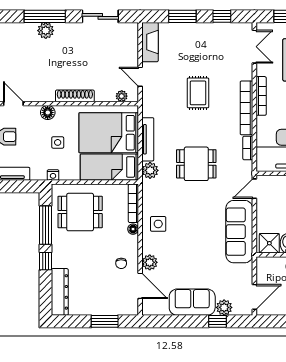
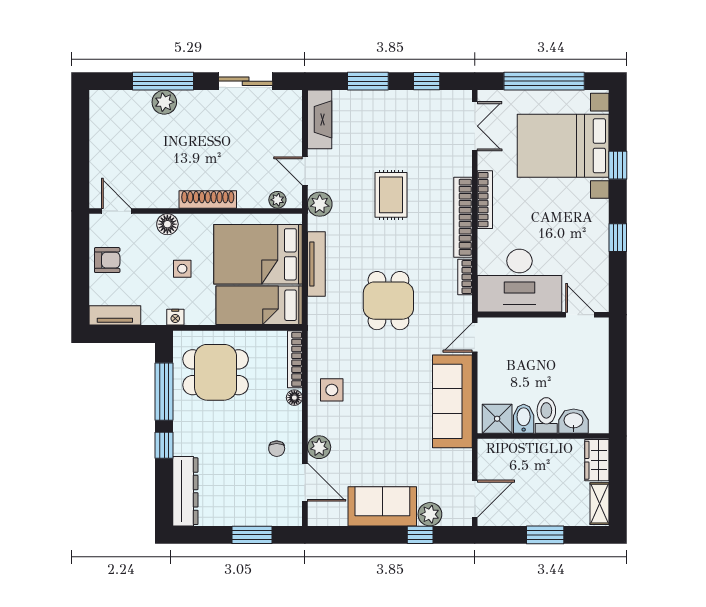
dining table: (196, 164) -> (388, 301), turned 90
plant: (150, 170) -> (320, 204), moved

